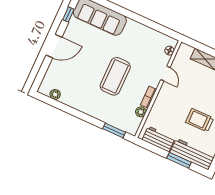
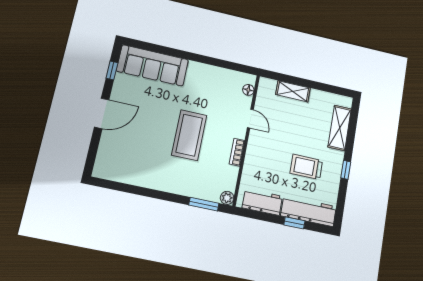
plant: (55, 94) -> (117, 175), removed
plant: (141, 112) -> (227, 198), moved
window: (179, 160) -> (294, 223), width x0.67

